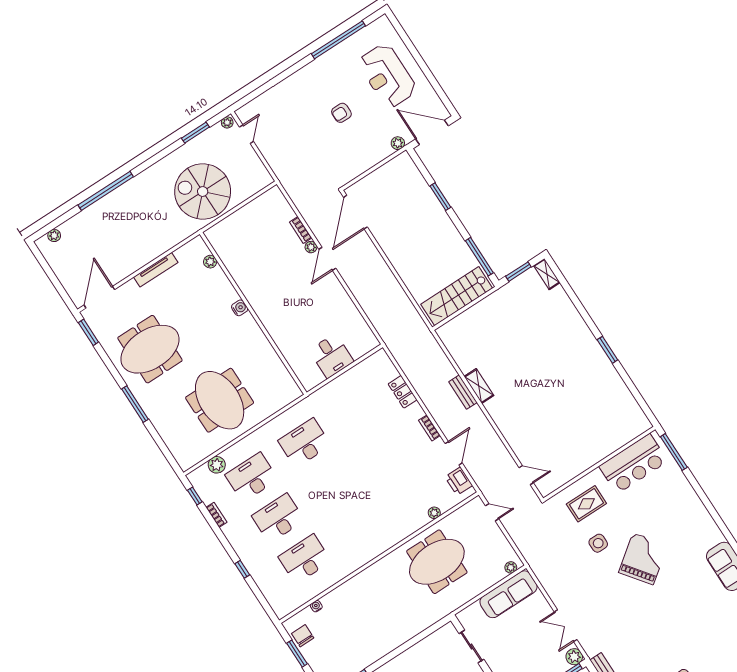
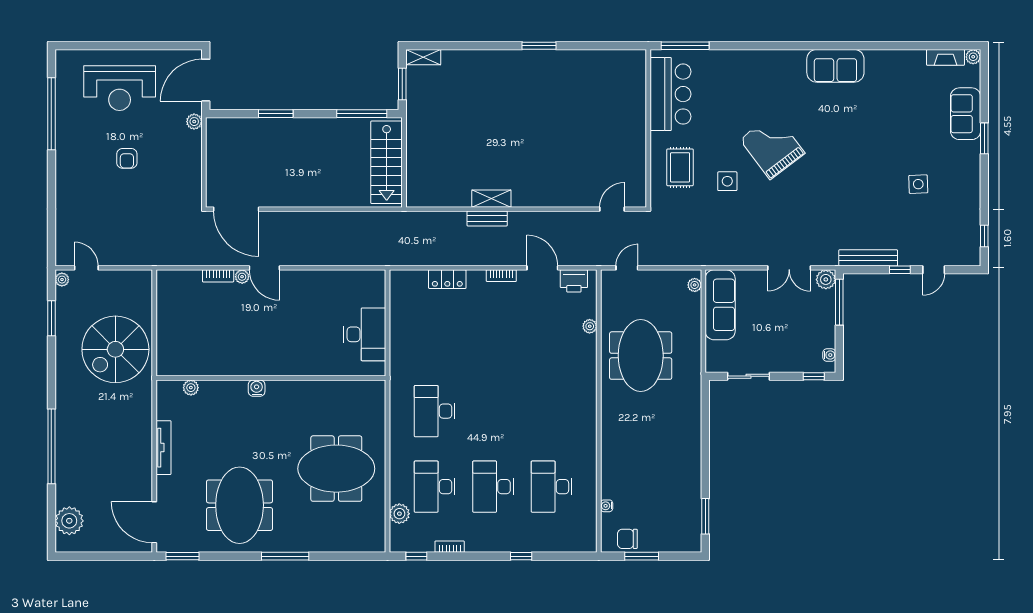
plant: (54, 235) -> (69, 521), width x1.87, depth x1.87
desk: (331, 356) -> (365, 334), width x1.37

